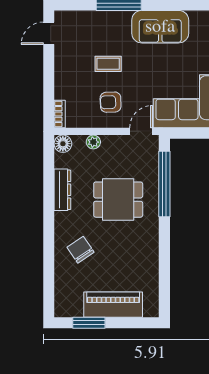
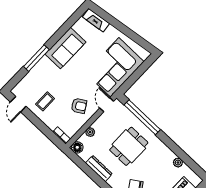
coffee table: (108, 64) -> (45, 101), moved
armchair: (111, 102) -> (79, 106), turned -119
plant: (152, 271) -> (178, 163), added

